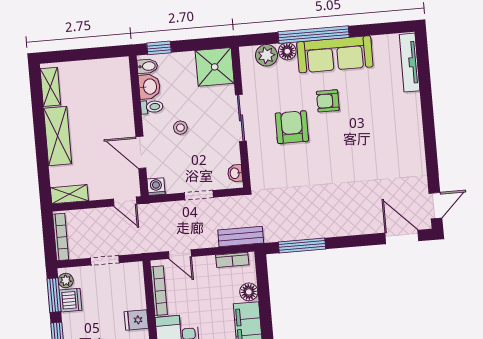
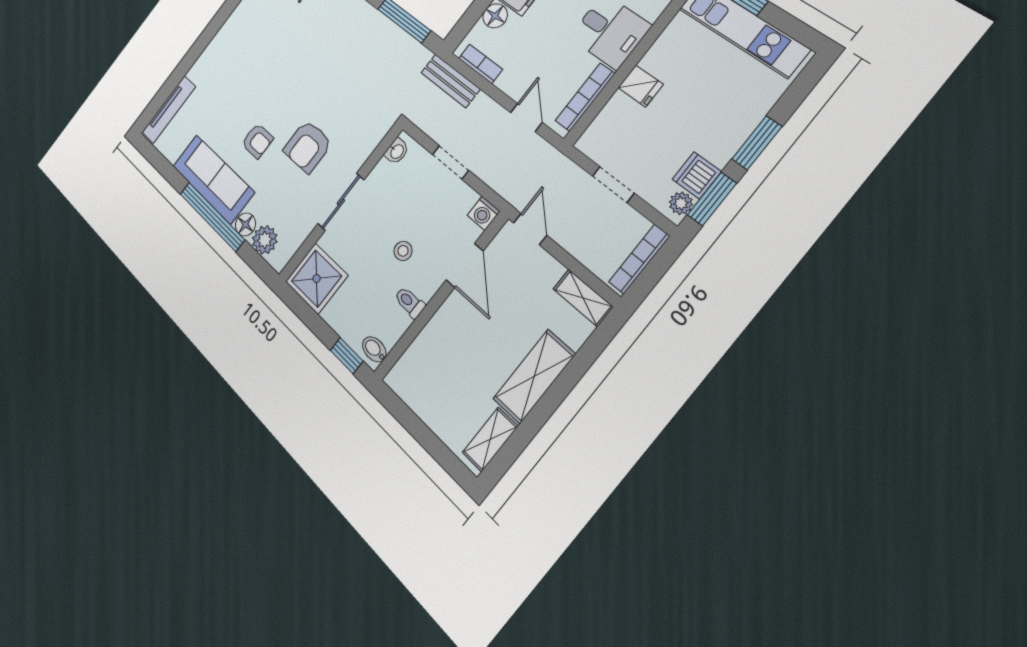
washbasin: (149, 87) -> (392, 326), removed

